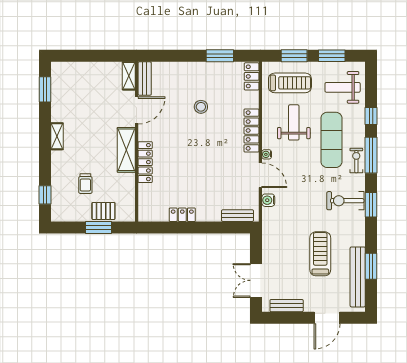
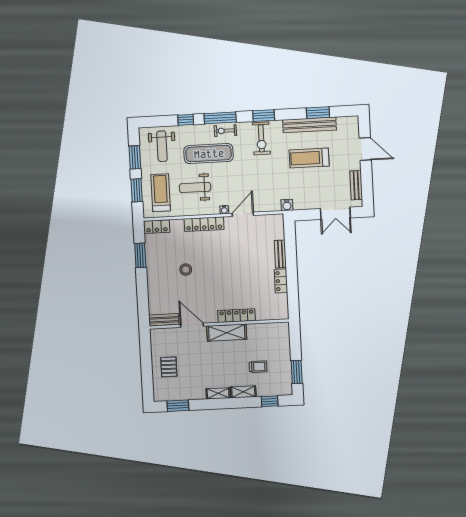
shelving: (129, 76) -> (243, 392), moved
water cooler: (268, 200) -> (287, 205), moved
pallet: (103, 211) -> (169, 367), moved
bench: (238, 216) -> (280, 254), moved
window: (99, 227) -> (297, 372), moved
bench: (358, 277) -> (309, 125), moved

